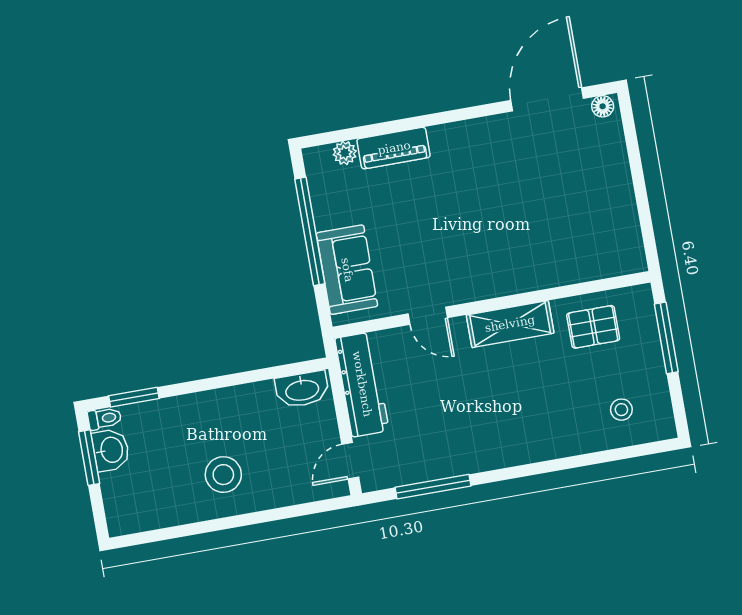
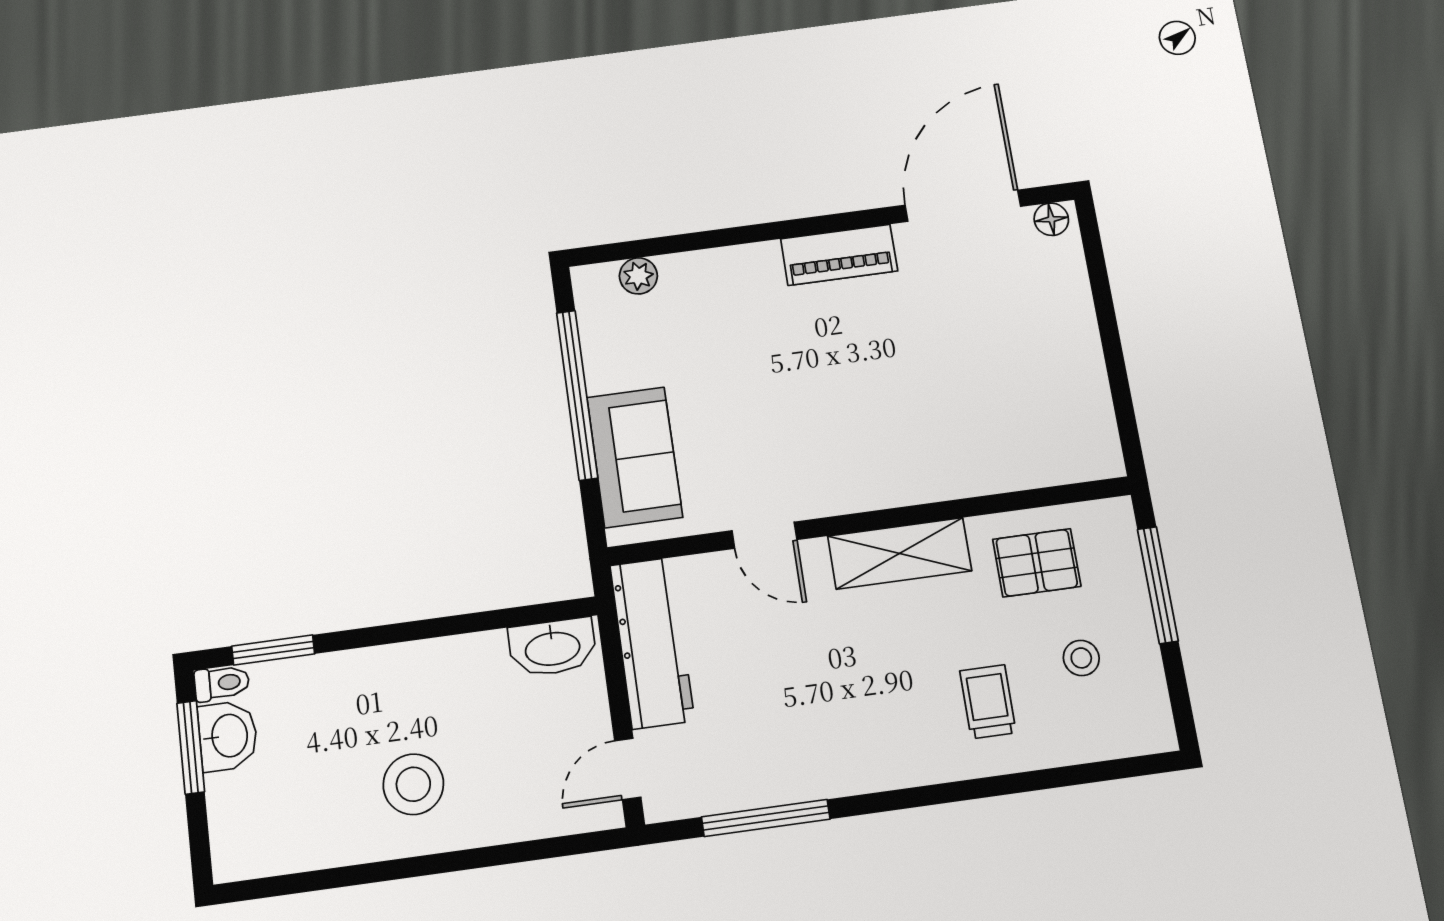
piano: (394, 148) -> (839, 255), moved
stool: (621, 410) -> (1081, 658), moved
trolley: (564, 413) -> (988, 702), added

